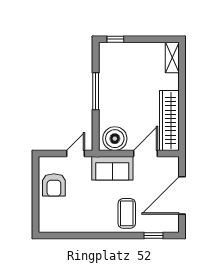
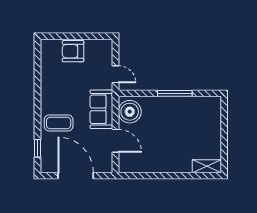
window: (115, 39) -> (224, 112), removed
wardrobe: (169, 120) -> (147, 164), removed
armchair: (54, 185) -> (73, 51), moved

